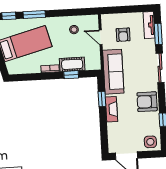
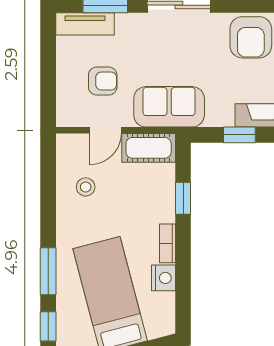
cot: (72, 64) -> (149, 148), moved, turned 90
nightstand: (34, 68) -> (163, 278), added
sofa: (113, 72) -> (169, 107), width x0.73

